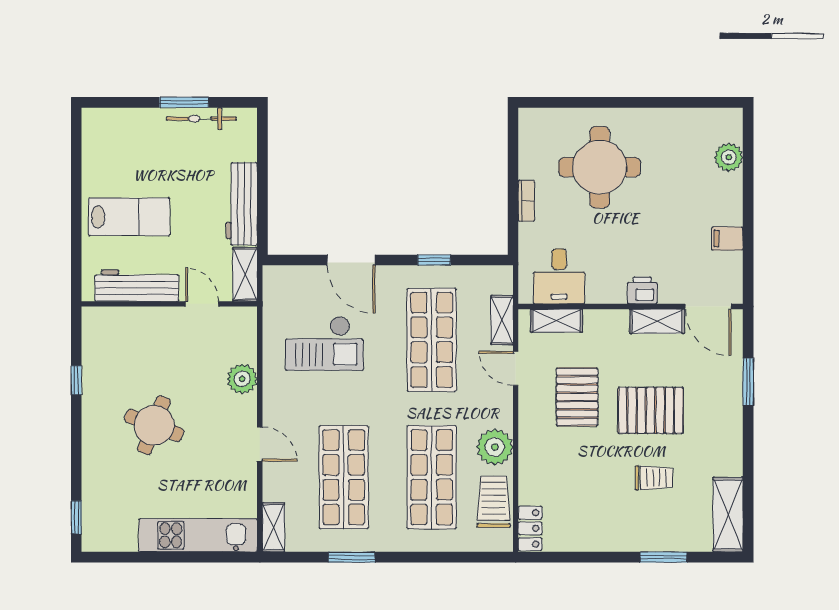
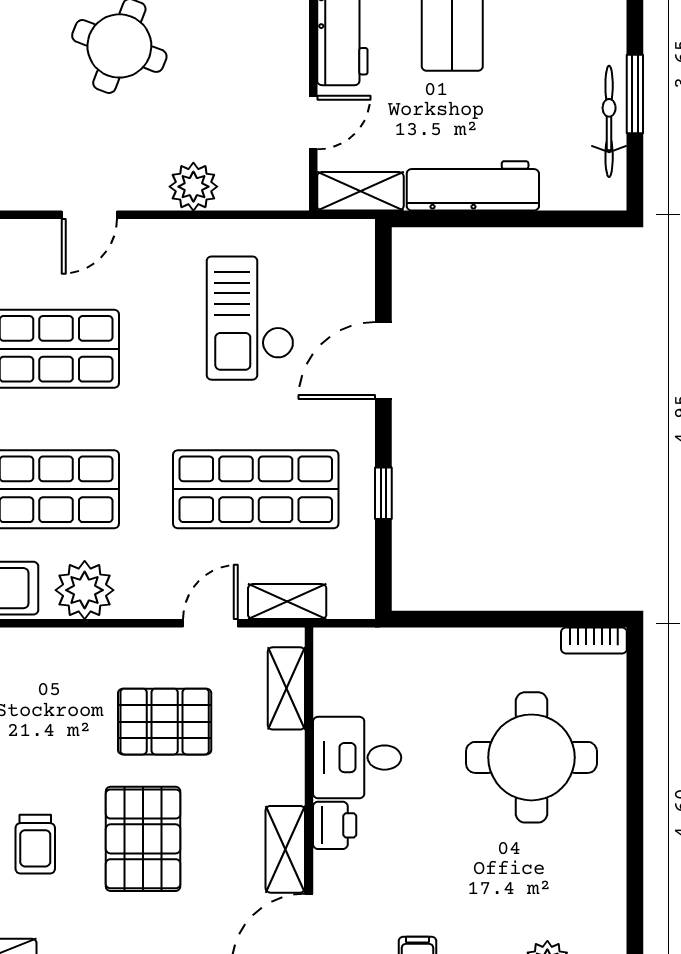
bookcase: (526, 201) -> (594, 640), moved
desk: (559, 276) -> (357, 758), moved

